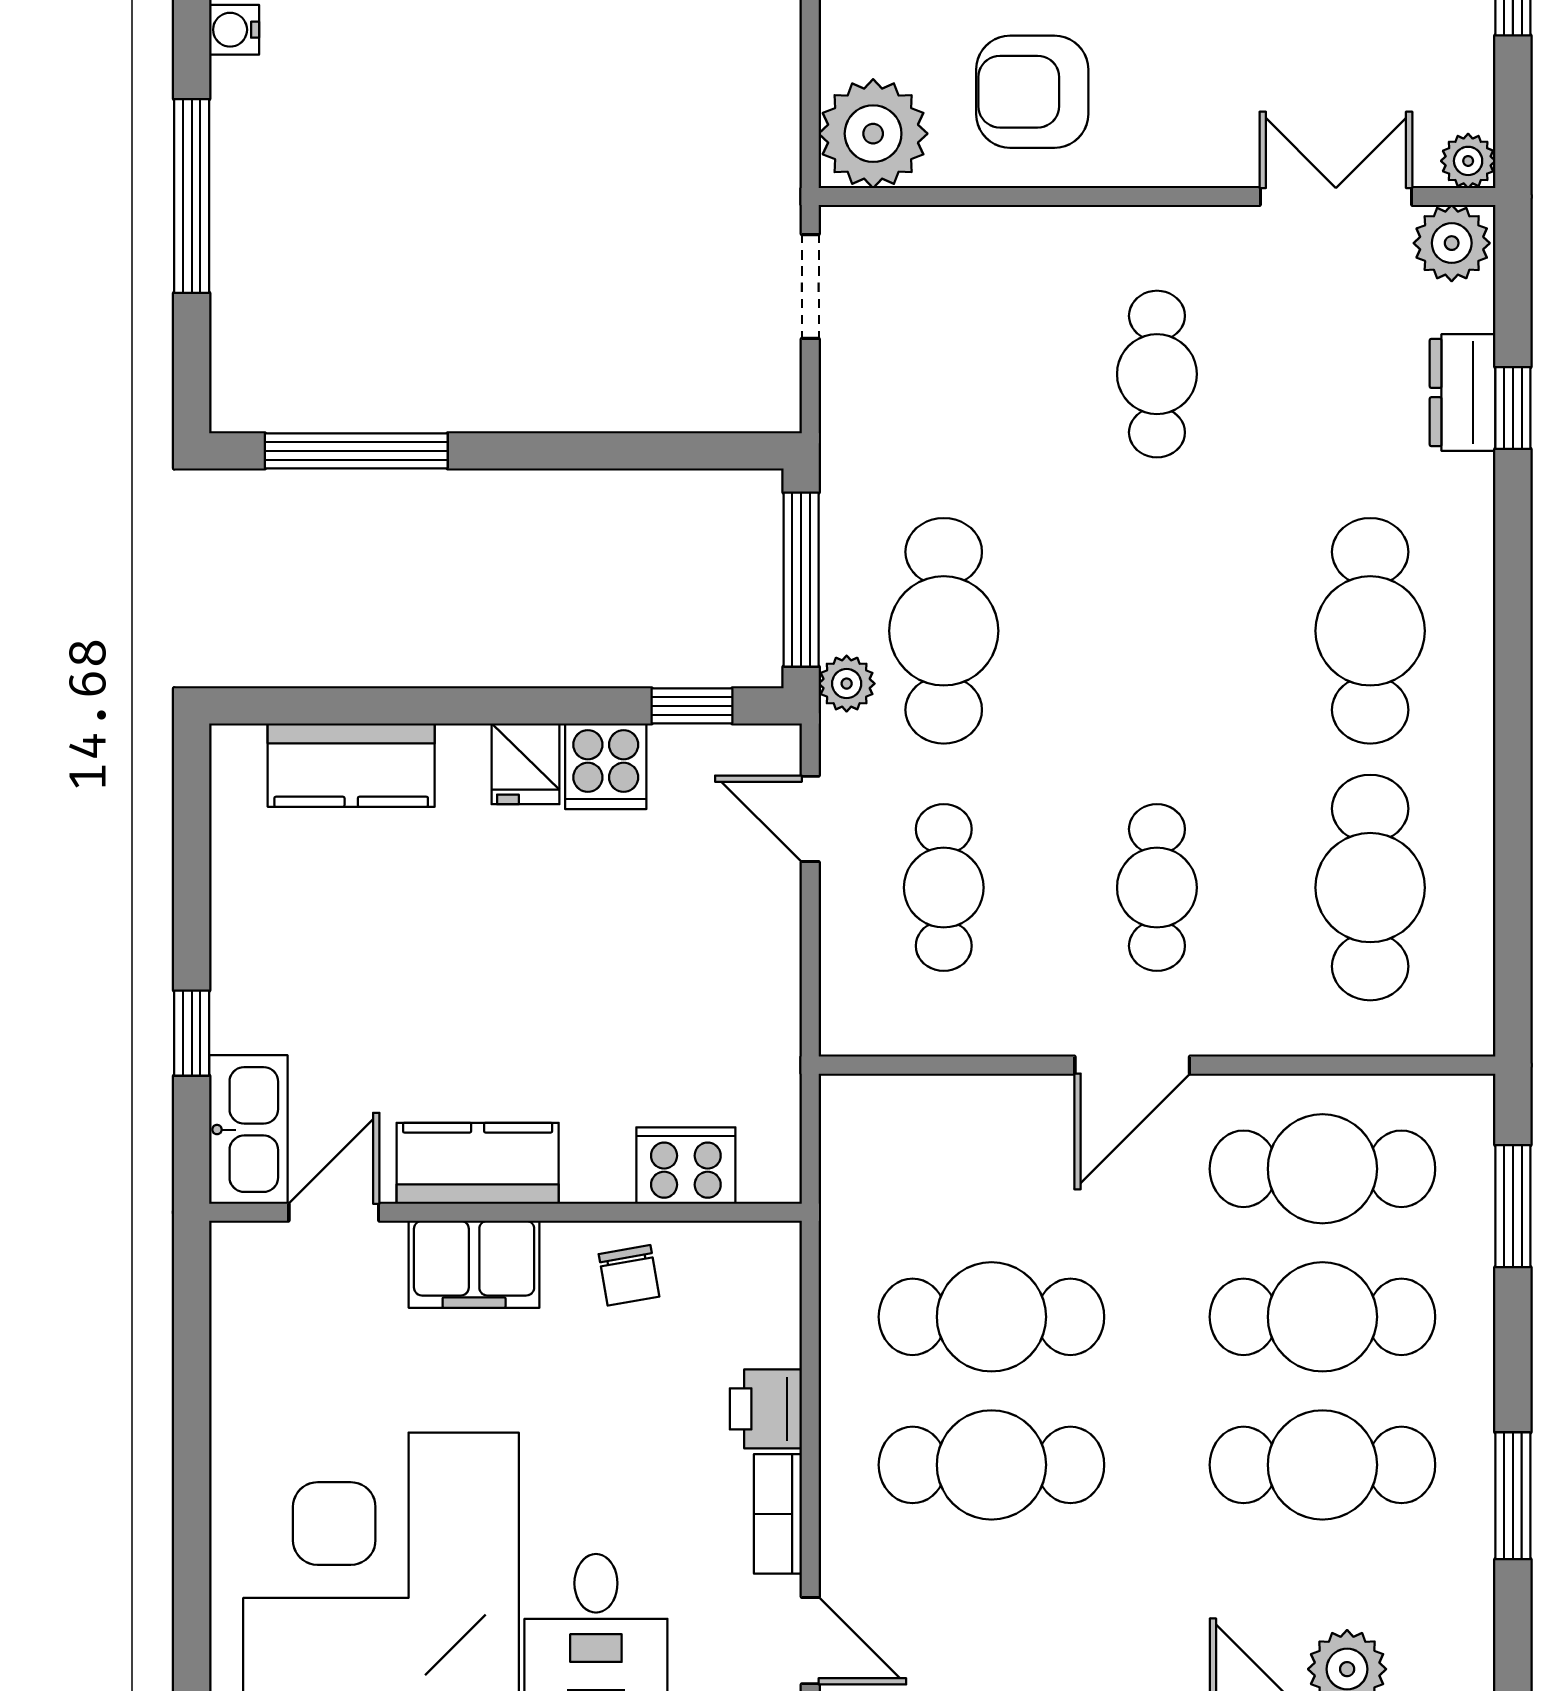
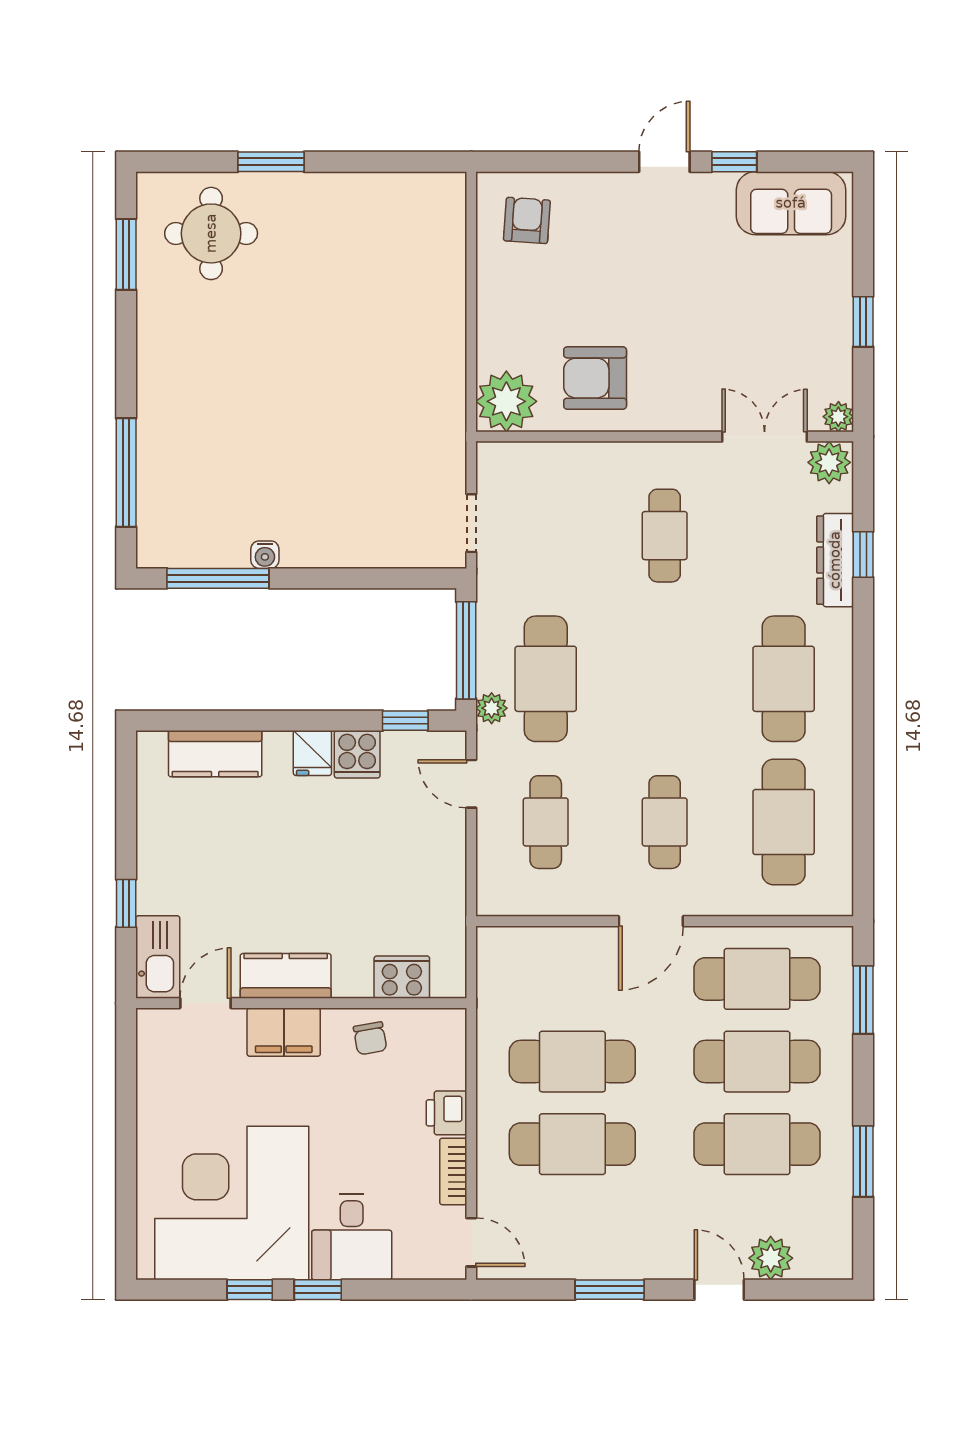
water cooler: (234, 30) -> (265, 555), moved, turned -90
window: (192, 196) -> (126, 472), moved
doorway: (810, 286) -> (471, 523), moved
dresser: (1462, 393) -> (835, 560), width x1.44

